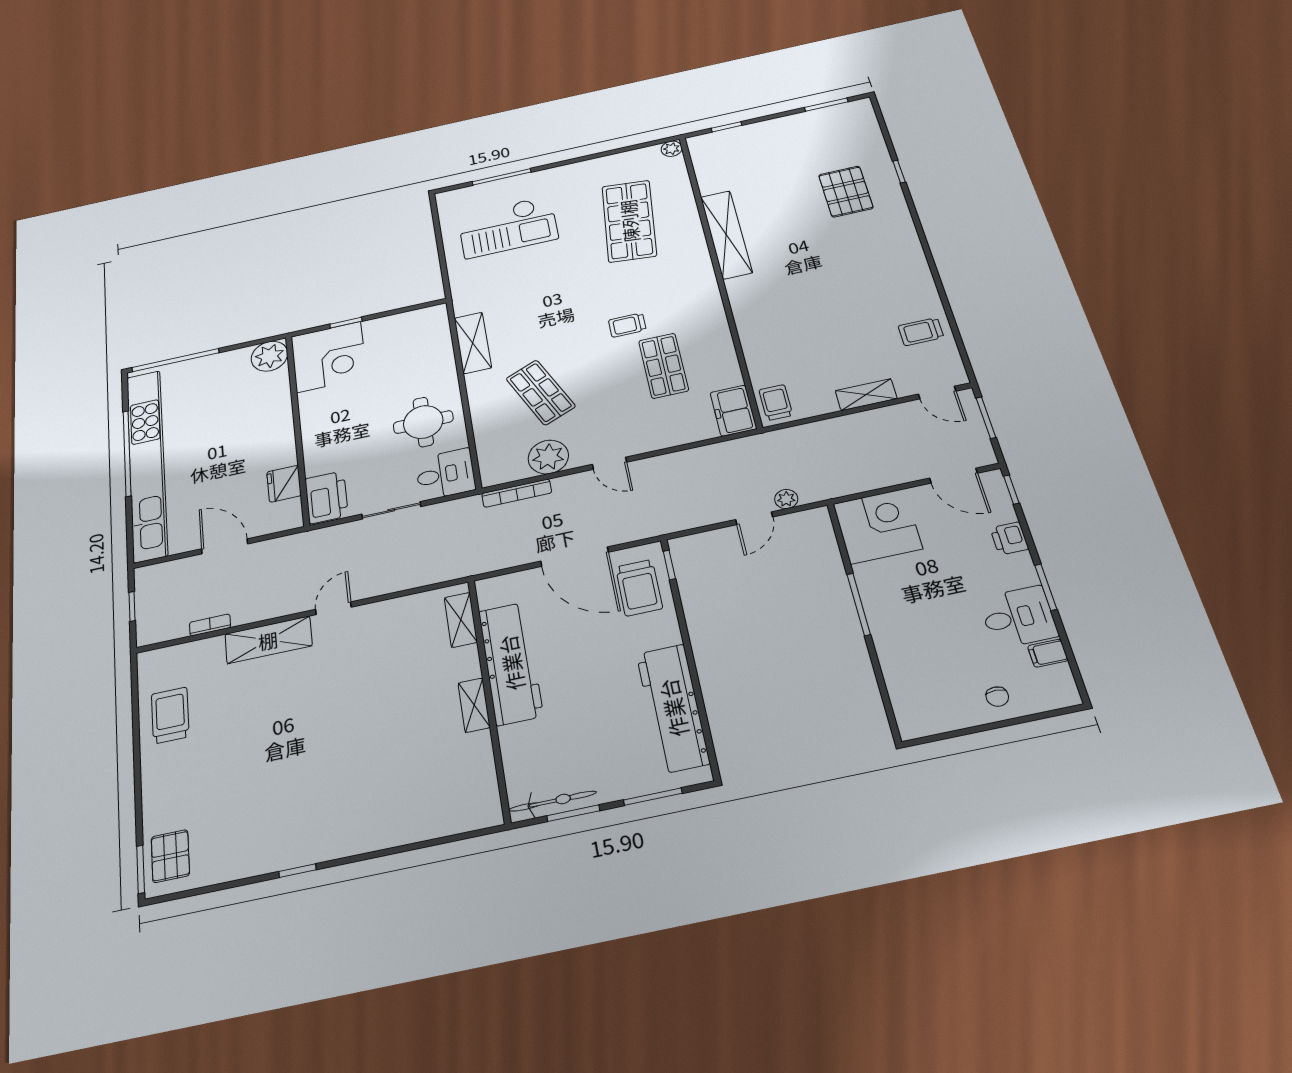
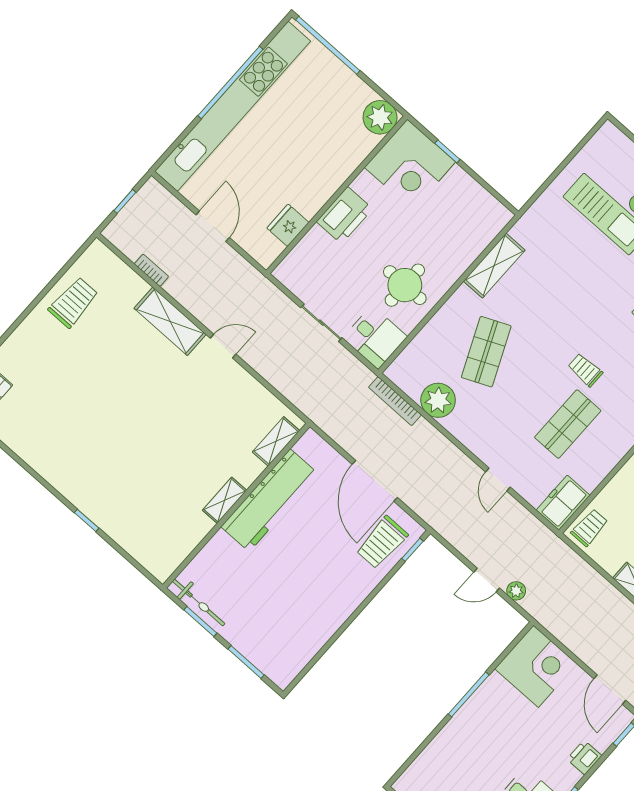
door: (610, 463) -> (498, 479), moved
printer: (326, 497) -> (345, 215), moved
workbench: (673, 708) -> (313, 630), removed
window: (297, 871) -> (87, 520), moved

